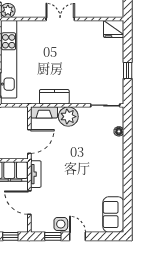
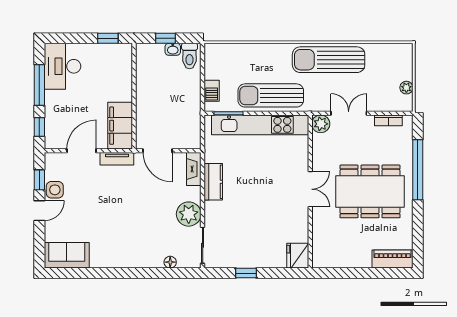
plant: (68, 117) -> (189, 214), moved

